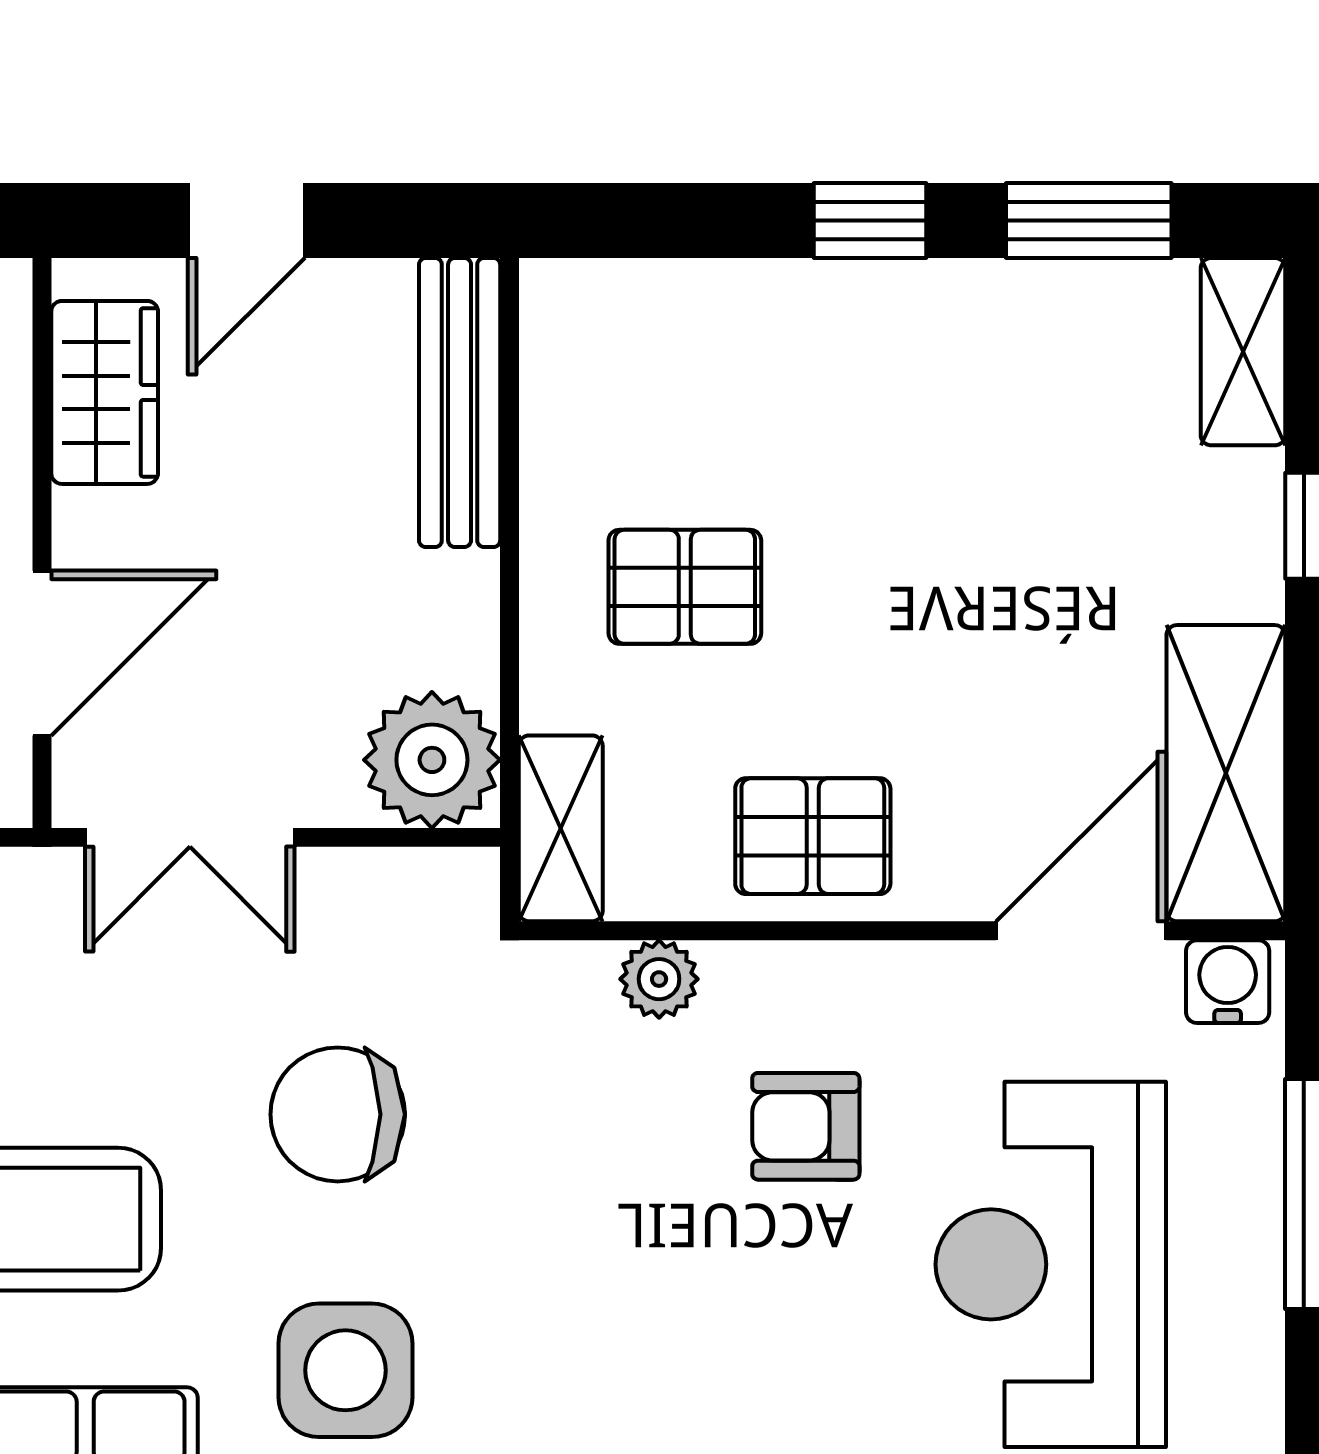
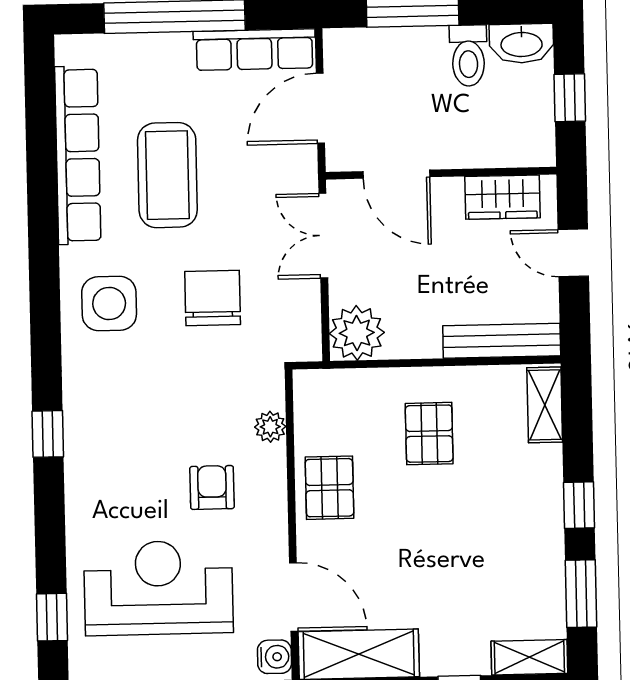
shelving: (561, 828) -> (545, 405), moved, turned 90

